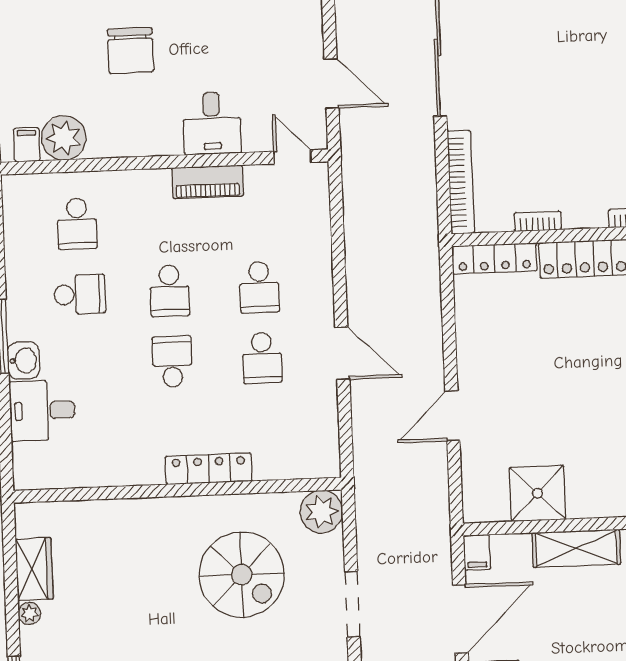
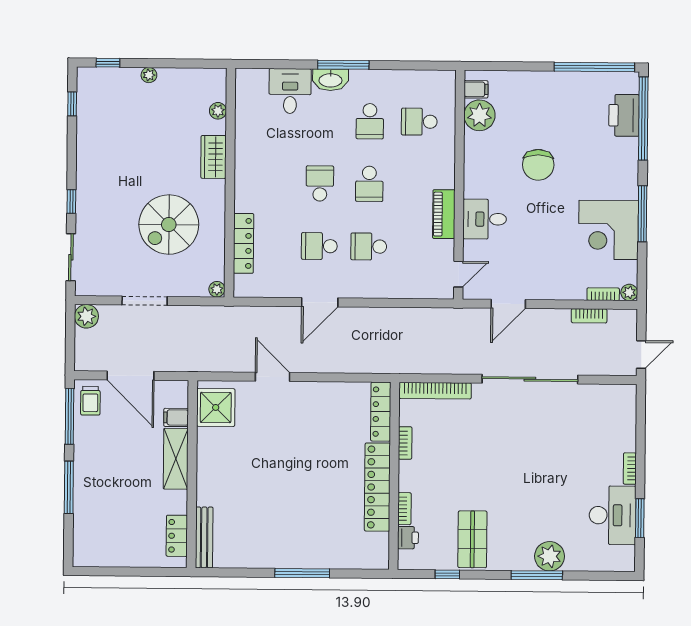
chair: (130, 50) -> (538, 165), turned -90
school desk: (170, 291) -> (369, 184), turned -90
washbasin: (24, 361) -> (331, 80), width x1.38
school desk: (172, 361) -> (320, 183), turned -90
locker: (209, 469) -> (244, 243), moved
shower: (538, 493) -> (216, 407), moved
plant: (76, 512) -> (218, 111), added
plant: (321, 512) -> (217, 289), width x0.53, depth x0.53
filing cabinet: (477, 552) -> (176, 417), moved
wardrobe: (34, 569) -> (213, 157), moved, turned 90

